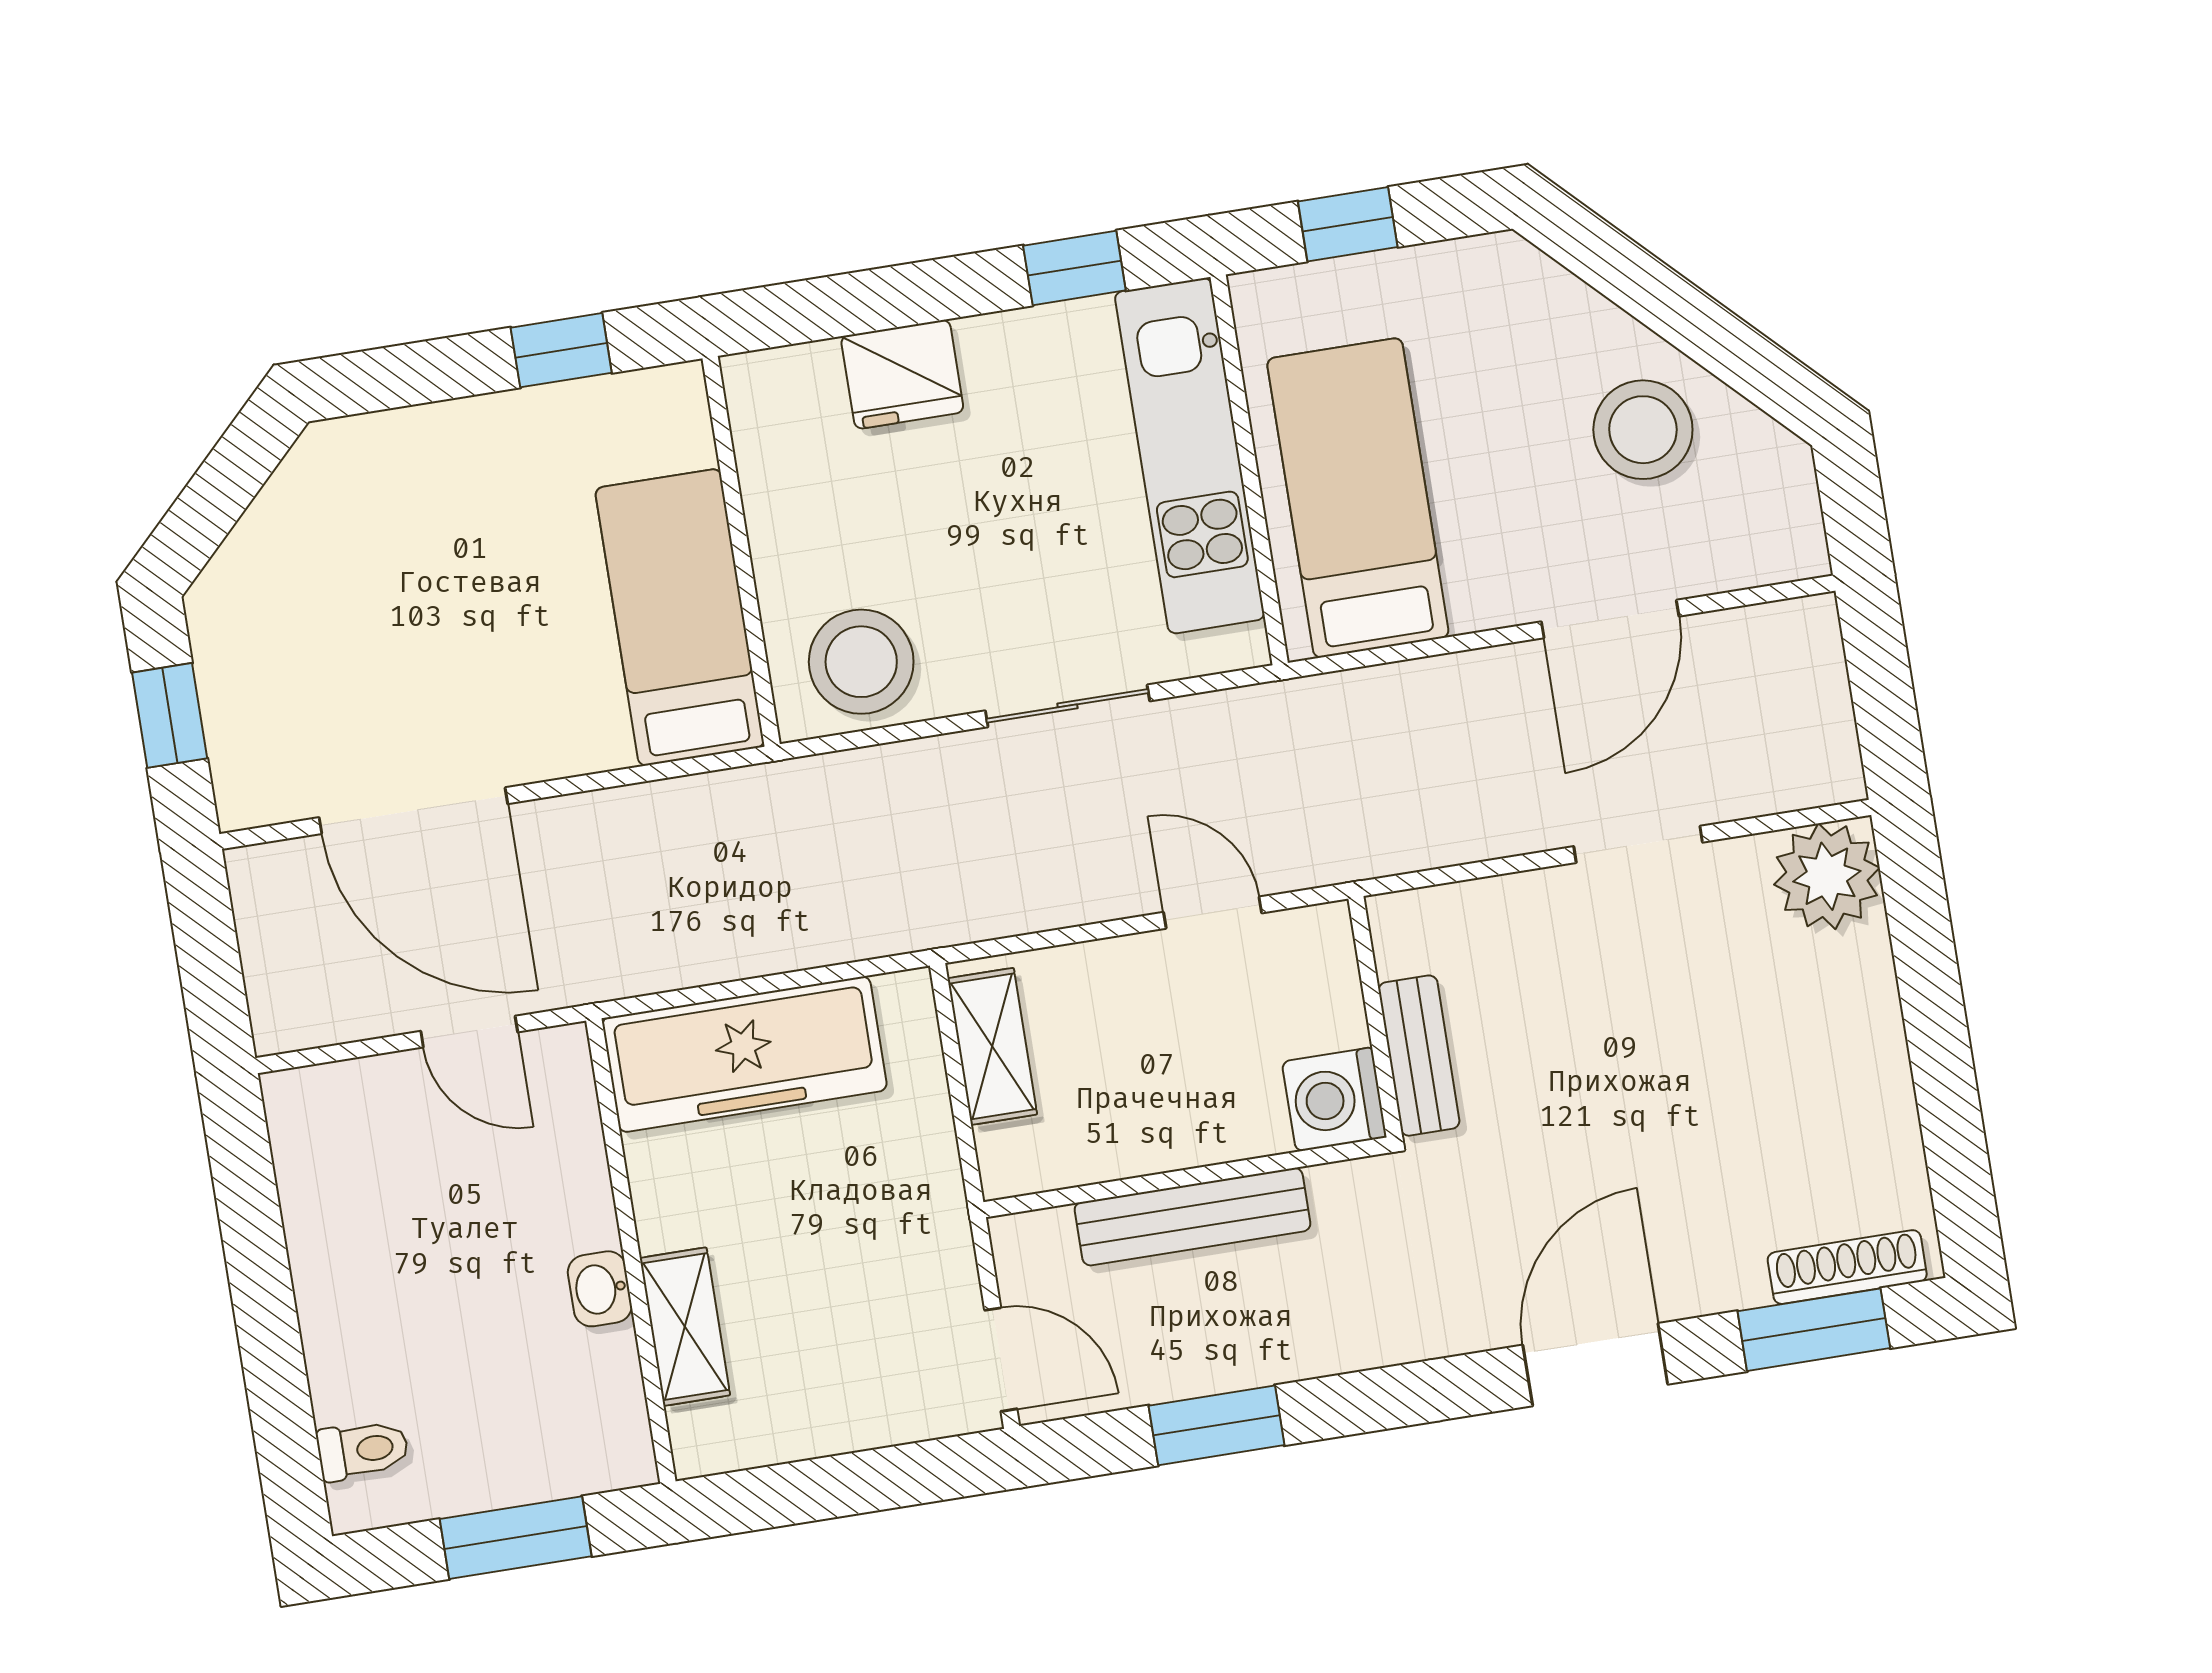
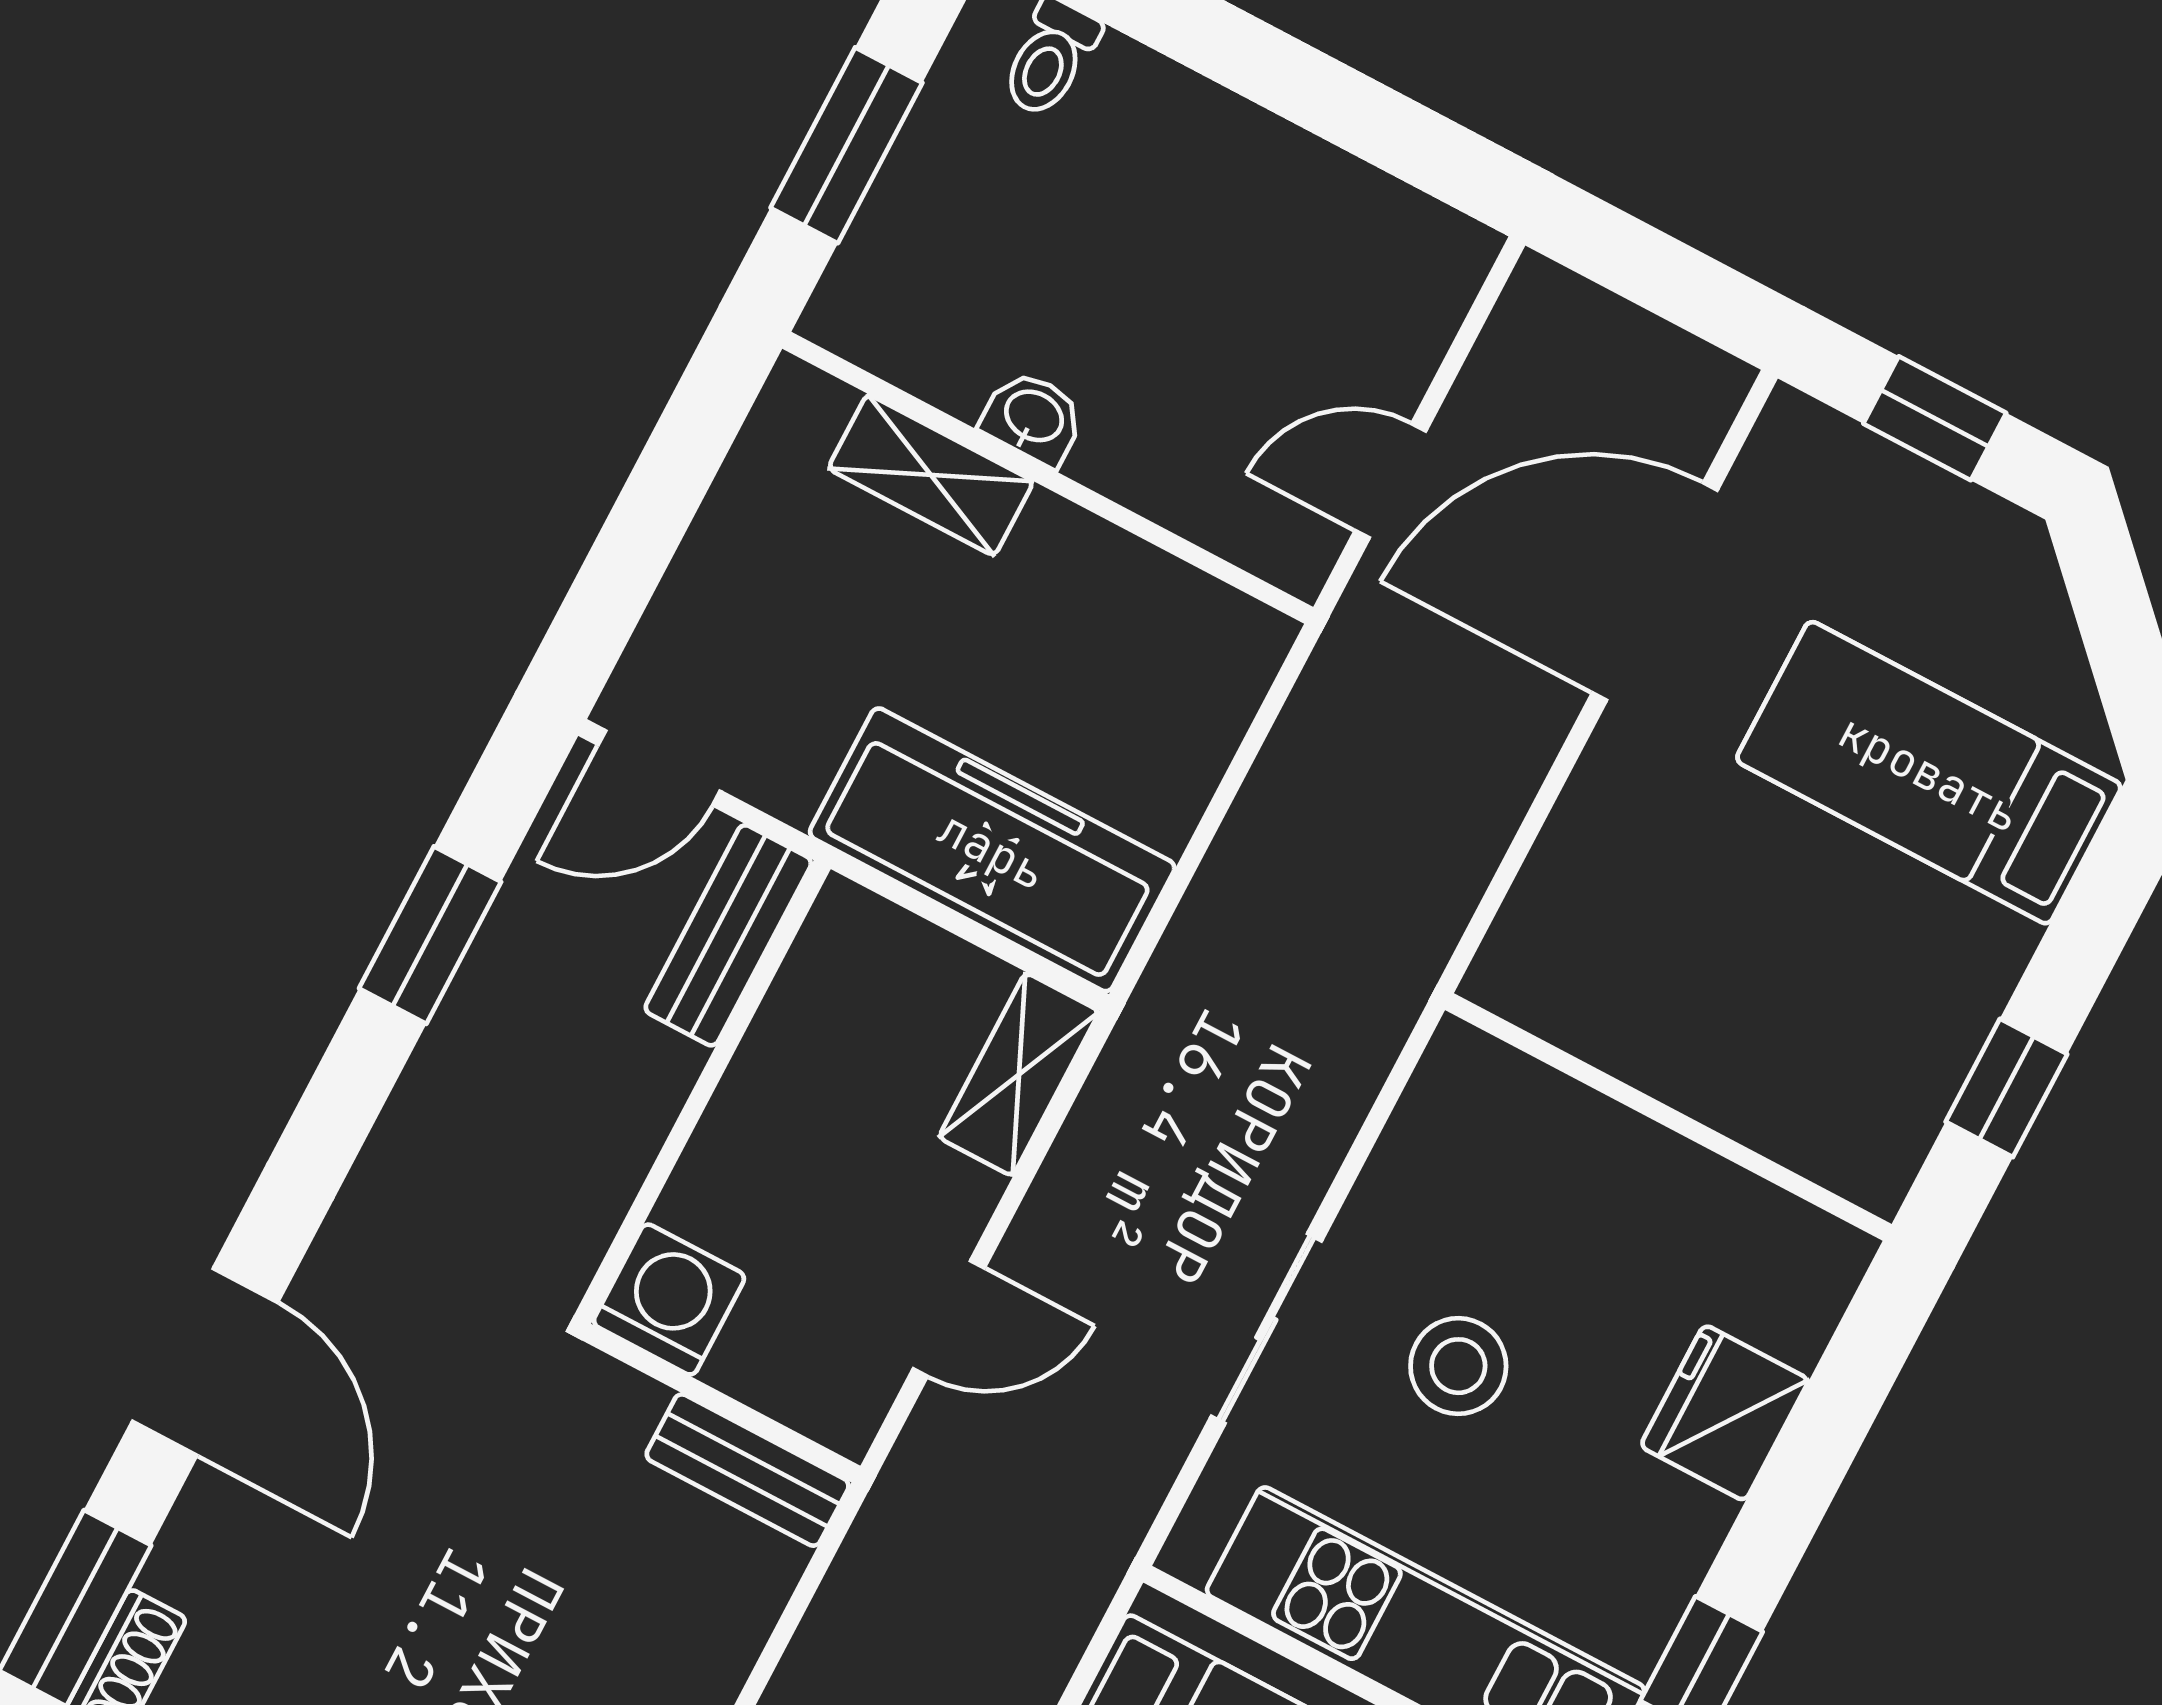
bed: (680, 617) -> (1929, 773), moved, turned 180
stool: (861, 662) -> (1458, 1366), moved, width x0.73, depth x0.73
shelving: (992, 1046) -> (1019, 1074), moved, turned 90
freezer: (744, 1054) -> (992, 850), moved, turned 90
bench: (1419, 1056) -> (748, 1470), moved
bench: (1192, 1217) -> (728, 935), moved, width x0.73

